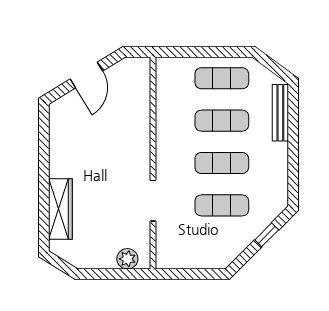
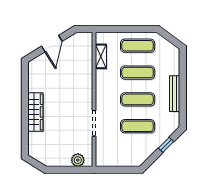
shelving: (164, 95) -> (101, 56), added
bench: (280, 113) -> (175, 94), moved
wardrobe: (60, 209) -> (35, 112), moved

